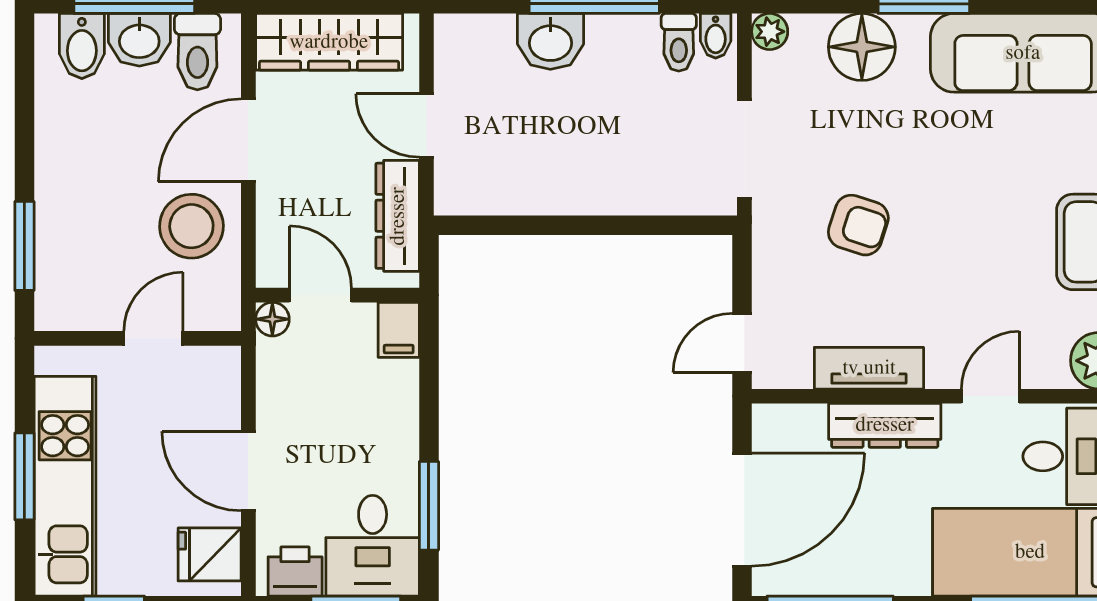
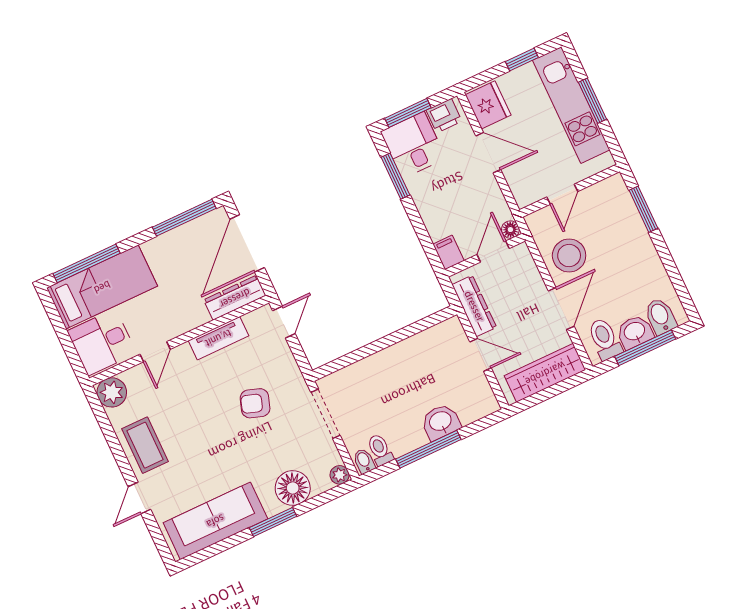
door: (320, 295) -> (493, 252), swing flipped
dresser: (885, 425) -> (235, 298), moved
fridge: (210, 554) -> (488, 105), width x1.38

